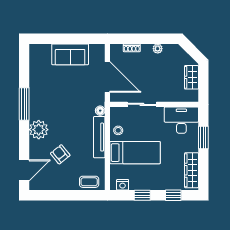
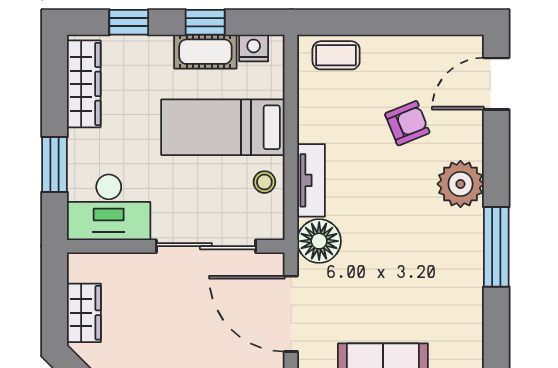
sliding door: (142, 104) -> (206, 246), width x1.37
floor lamp: (100, 111) -> (319, 241), width x1.89, depth x1.89
tv unit: (99, 137) -> (311, 180), width x0.71
armchair: (60, 154) -> (407, 123), turned -73
cot: (142, 183) -> (205, 52), added

